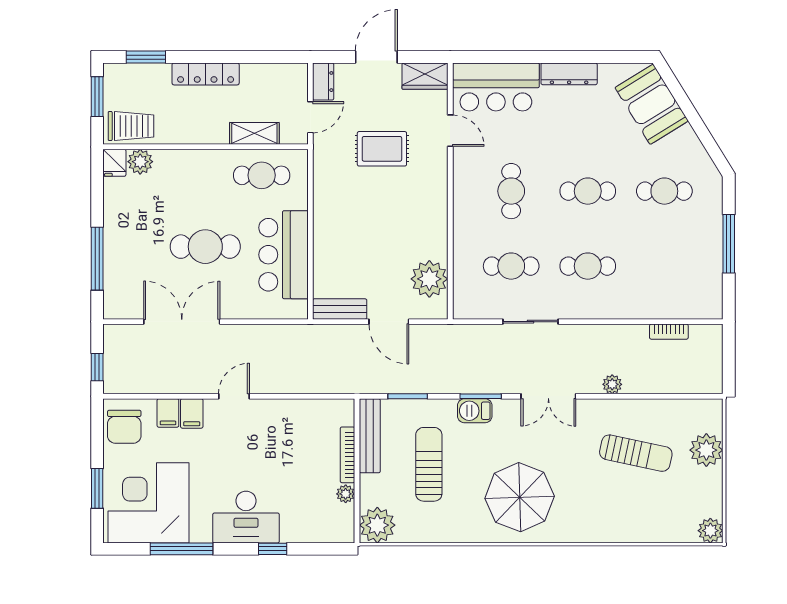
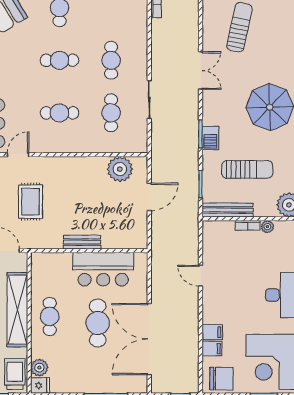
shelving: (254, 133) -> (17, 310), width x2.20, depth x1.33
cafe table: (262, 175) -> (50, 316), moved
cafe table: (588, 191) -> (60, 60), turned 90
bench: (340, 309) -> (82, 242), moved, turned 90
double door: (182, 322) -> (149, 339), width x1.36
plant: (612, 384) -> (192, 43), removed
door: (234, 396) -> (200, 276), moved
double door: (548, 396) -> (200, 71), moved
bookcase: (347, 455) -> (248, 225), width x0.64
sun lounger: (429, 464) -> (247, 169), turned 180

